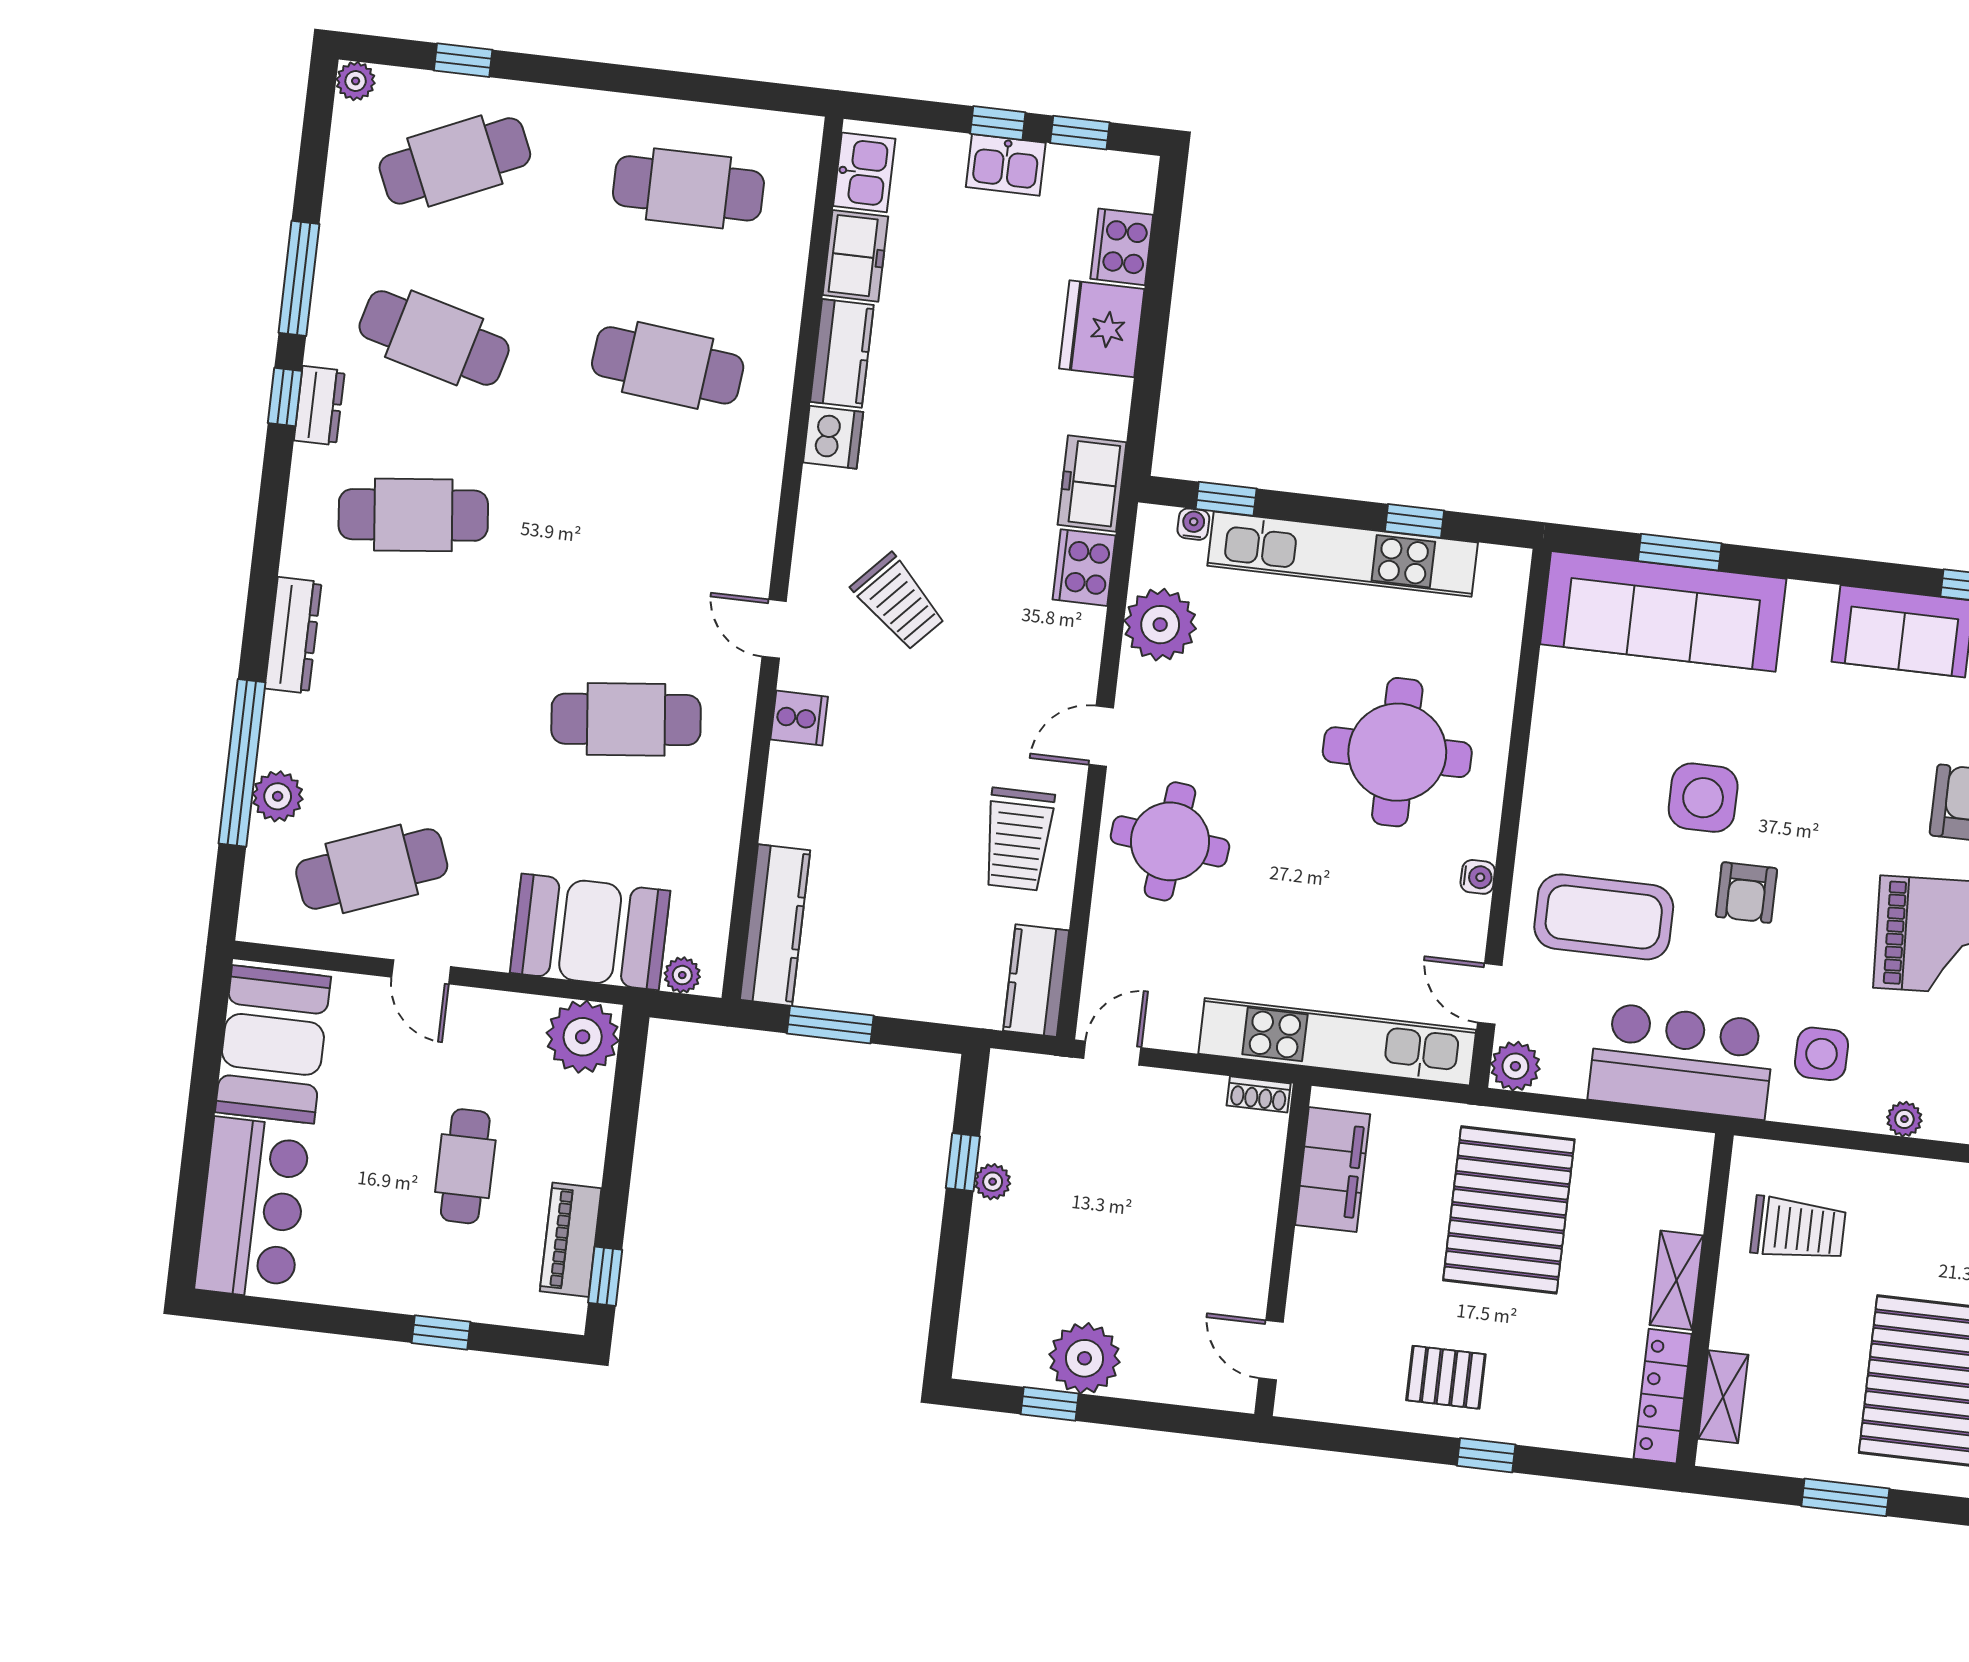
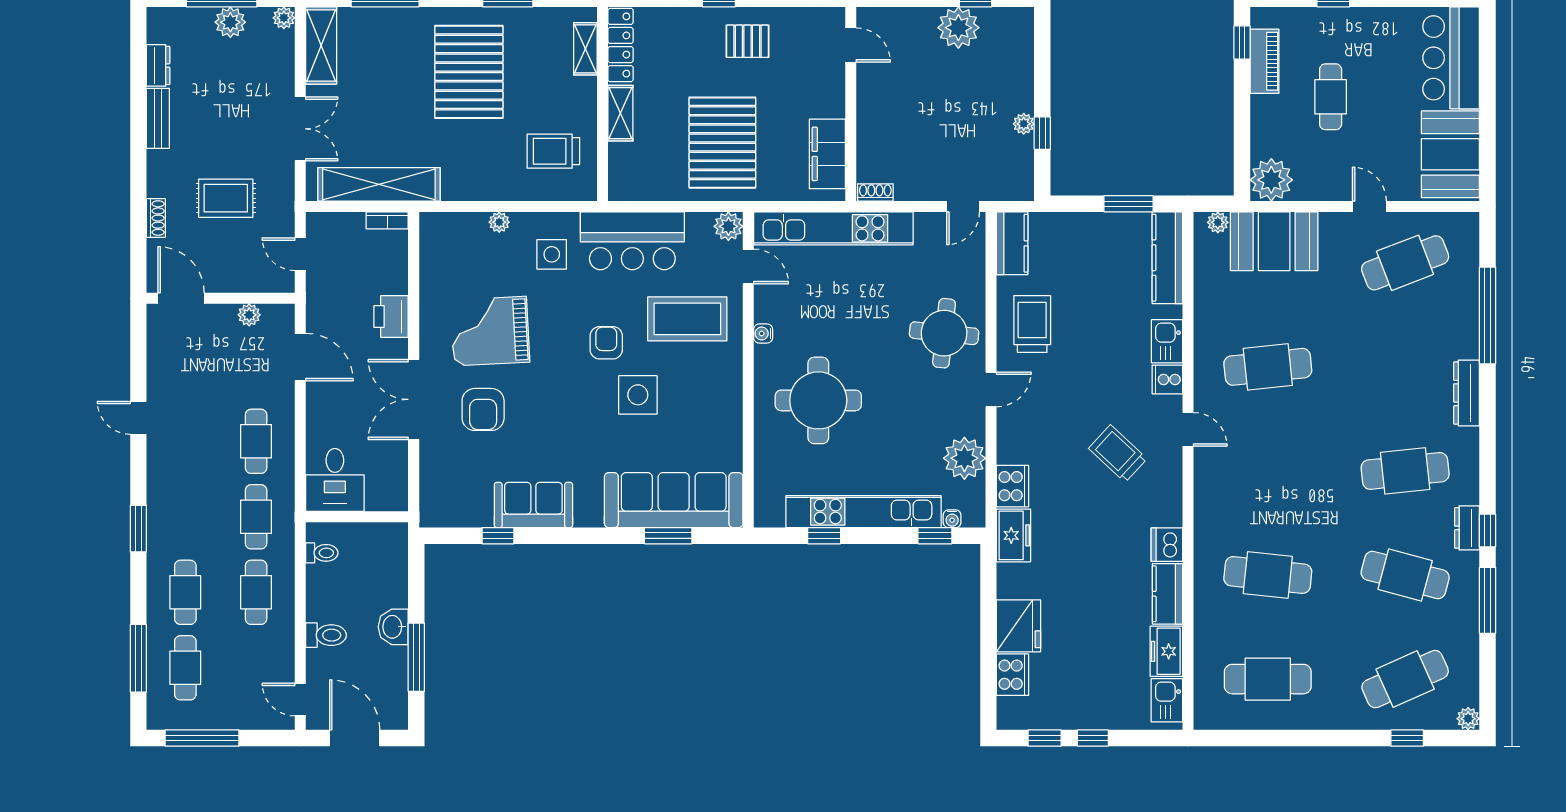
kitchen sink: (1006, 165) -> (1167, 341), moved, turned -90
plant: (278, 796) -> (1465, 299), removed

